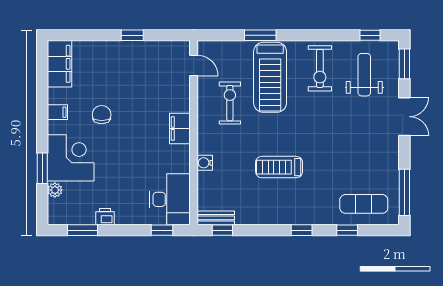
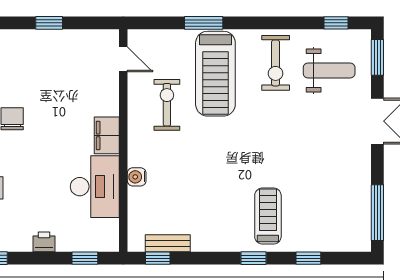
weight bench: (364, 75) -> (329, 70), turned 90
treadmill: (279, 167) -> (268, 216), moved, turned 90
desk: (170, 199) -> (95, 187), moved
exercise mat: (364, 204) -> (329, 226), removed
printer: (105, 217) -> (44, 242), moved
bench: (216, 218) -> (168, 243), moved

